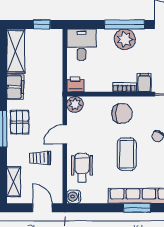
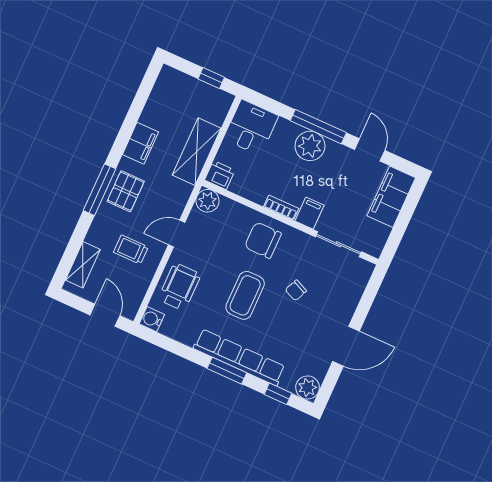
shelving: (16, 51) -> (197, 152), moved
chair: (122, 114) -> (263, 240), turned 180

